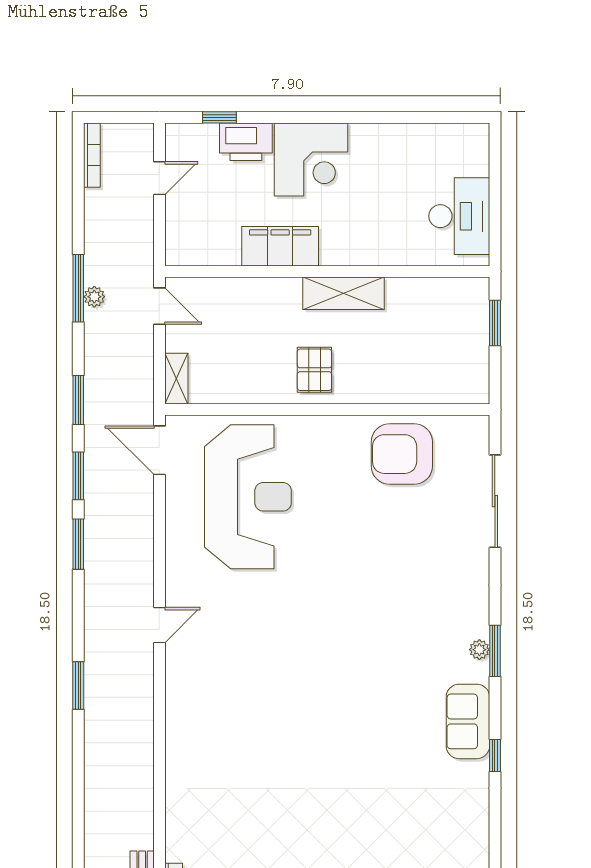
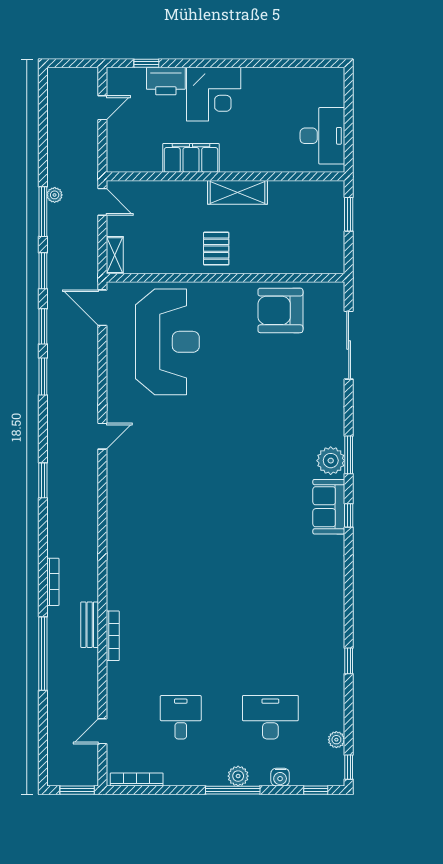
bookcase: (92, 155) -> (53, 582), moved
window: (78, 288) -> (43, 212), moved
plant: (479, 650) -> (331, 461), width x1.88, depth x1.88
window: (495, 755) -> (349, 515), moved

